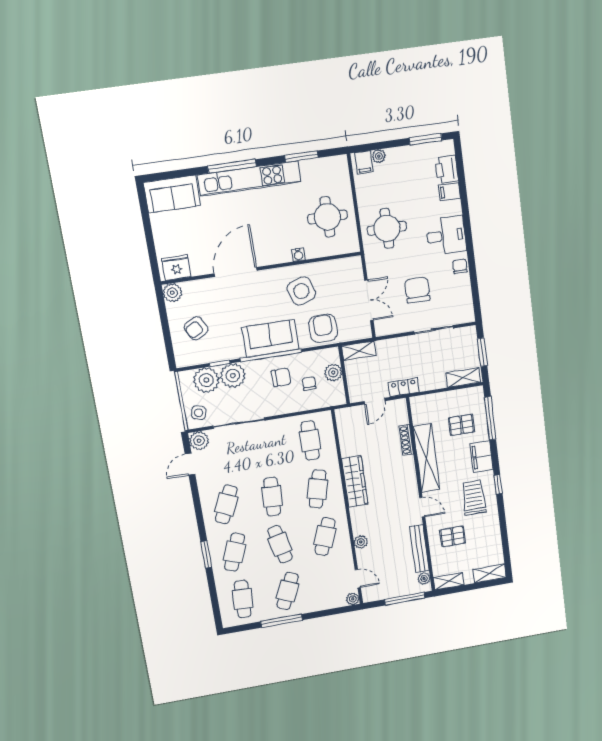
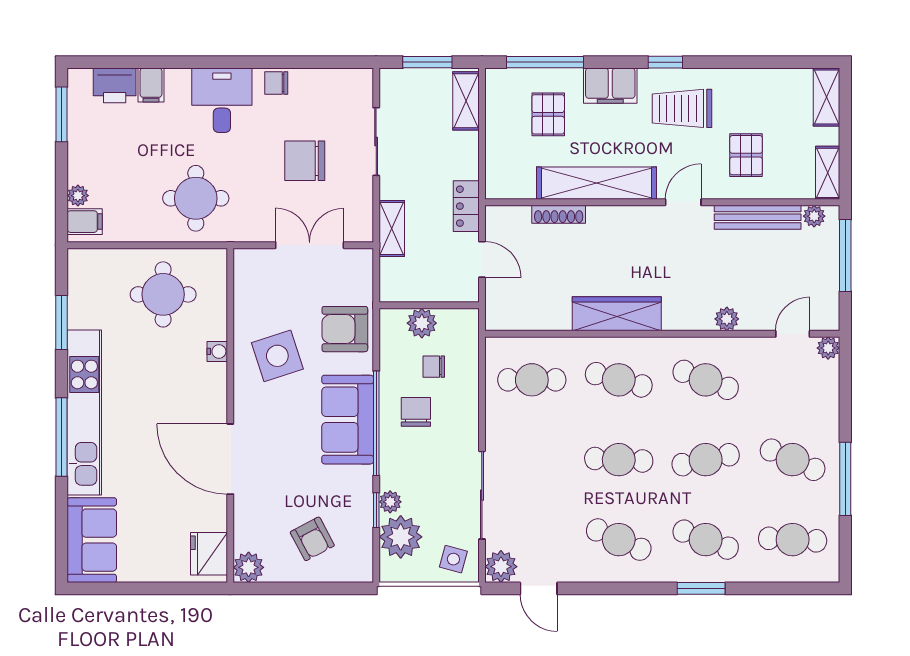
shelving: (359, 351) -> (392, 228), moved
plant: (233, 376) -> (390, 502), width x0.53, depth x0.53

